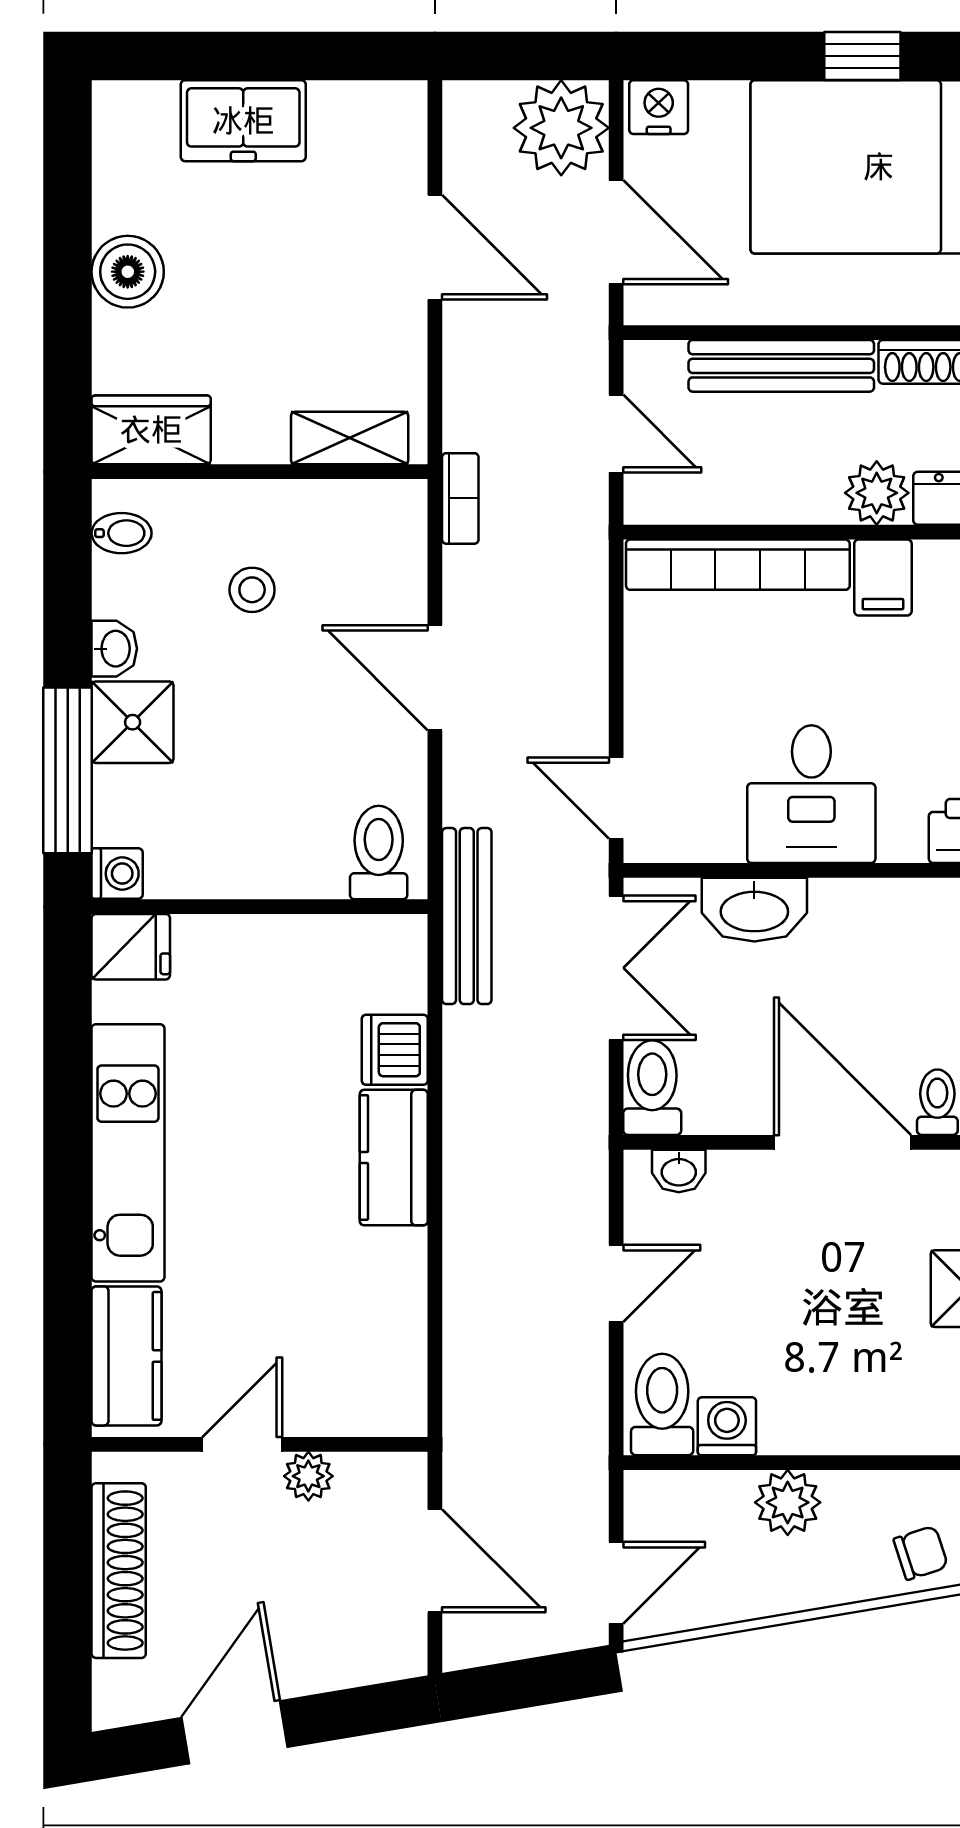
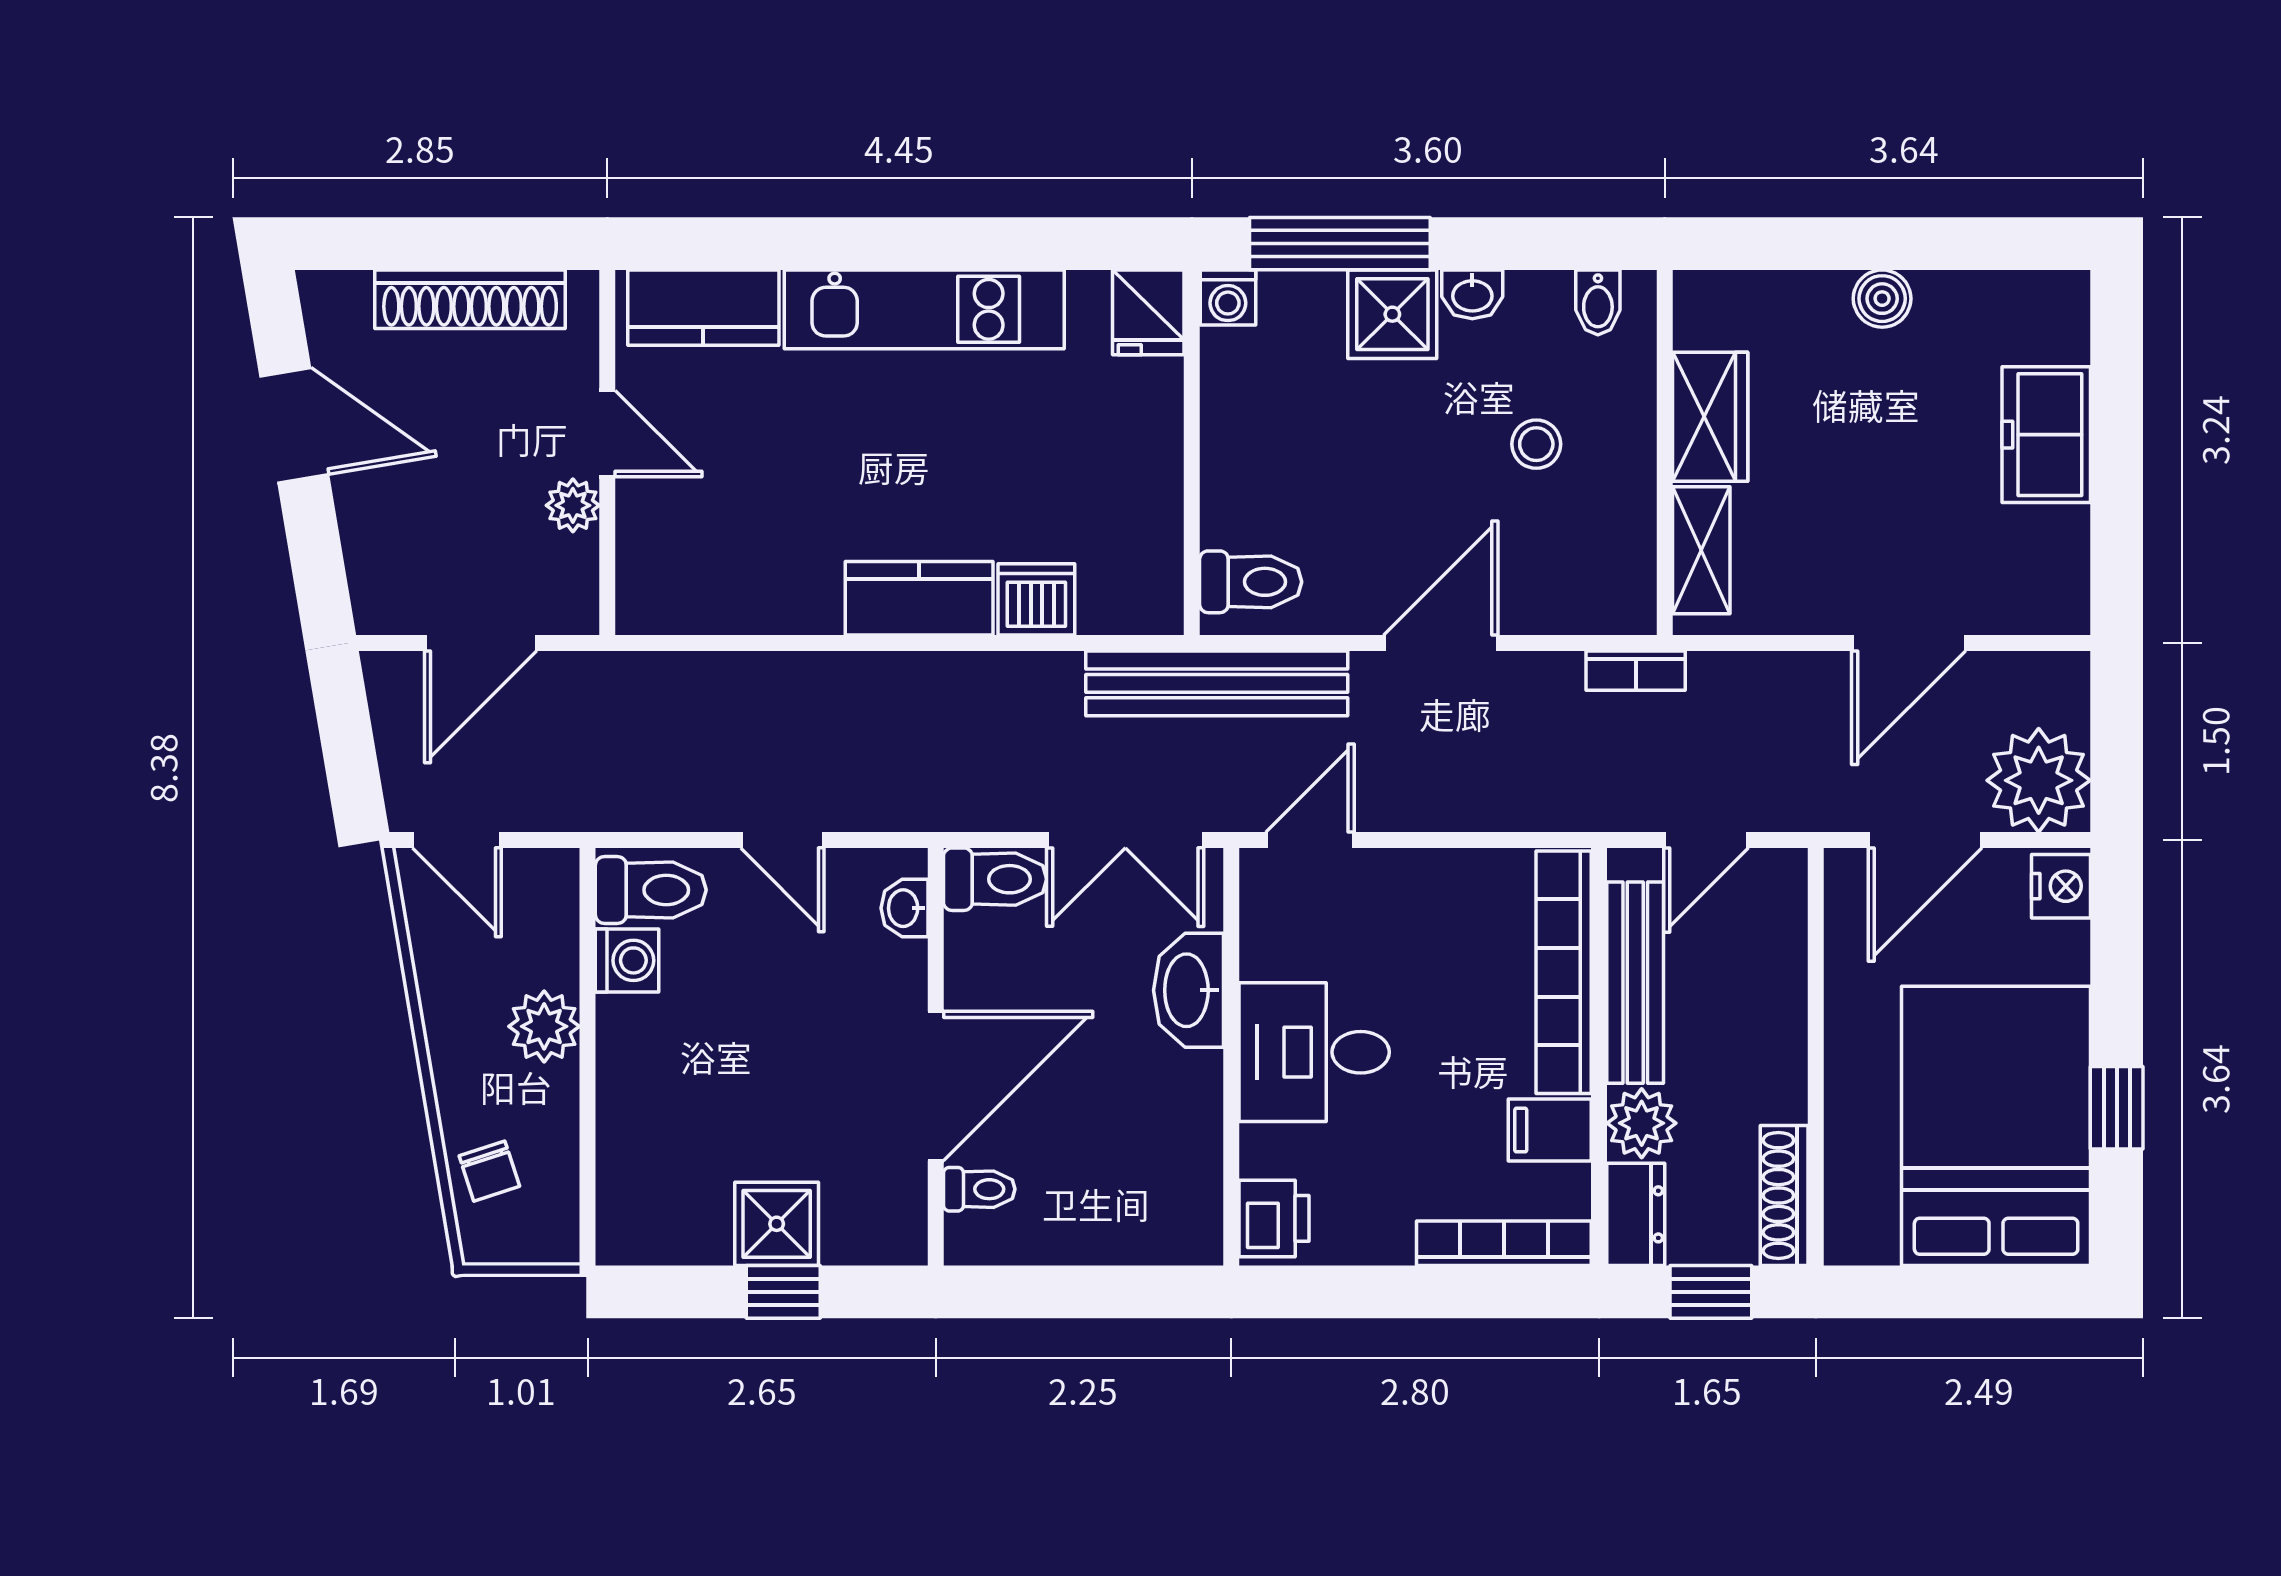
boiler: (128, 272) -> (1882, 299), width x0.73, depth x0.73
bench: (781, 366) -> (1635, 983), moved
wardrobe: (151, 430) -> (1710, 417), moved
bench: (467, 916) -> (1217, 683), width x1.37, depth x1.21

